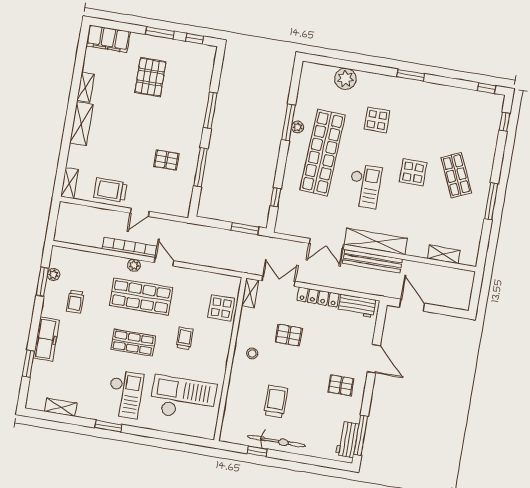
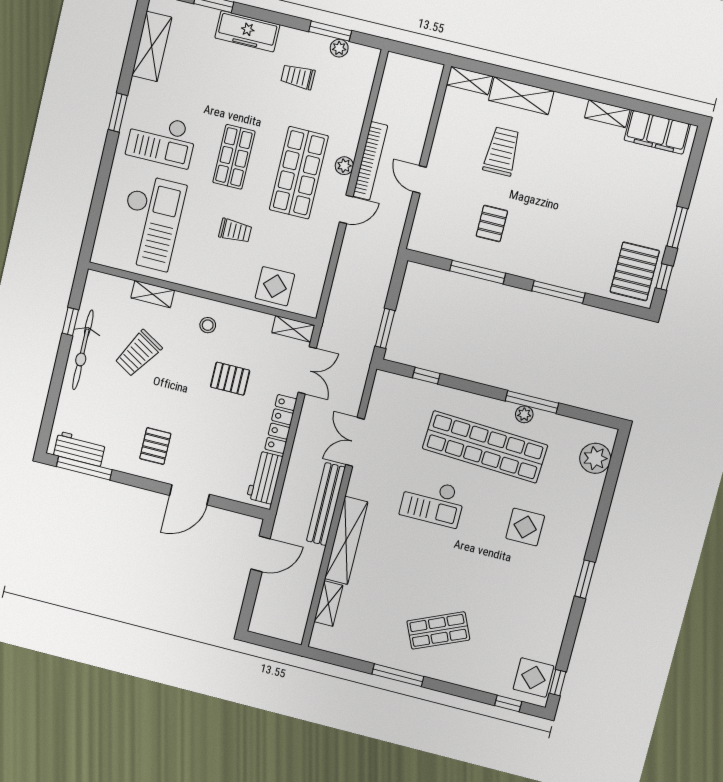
filing cabinet: (108, 39) -> (657, 132), moved, turned -90
pallet: (150, 77) -> (635, 271), moved, turned 90
plant: (345, 79) -> (595, 458), moved
shelving: (81, 124) -> (521, 96), moved
display table: (413, 172) -> (533, 678), moved
trolley: (110, 190) -> (502, 151), moved
shelving: (376, 241) -> (346, 540), moved
pallet: (289, 335) -> (230, 379), turned 90
shelving: (233, 394) -> (153, 294), added
trolley: (276, 401) -> (138, 353), turned 121
shelving: (61, 407) -> (152, 46), width x1.50, depth x1.33

